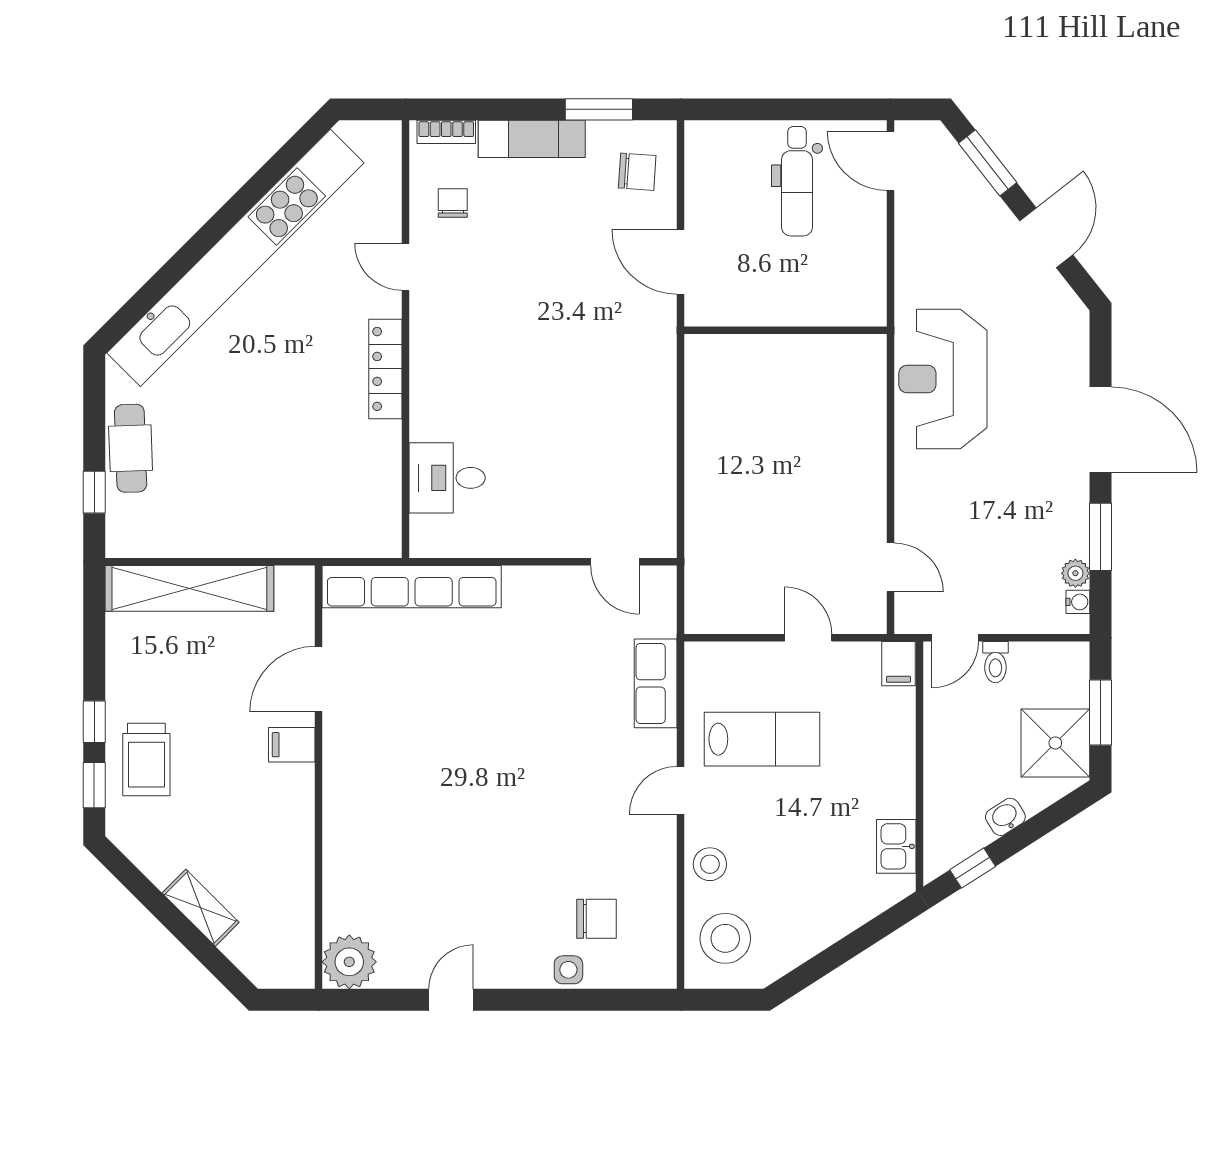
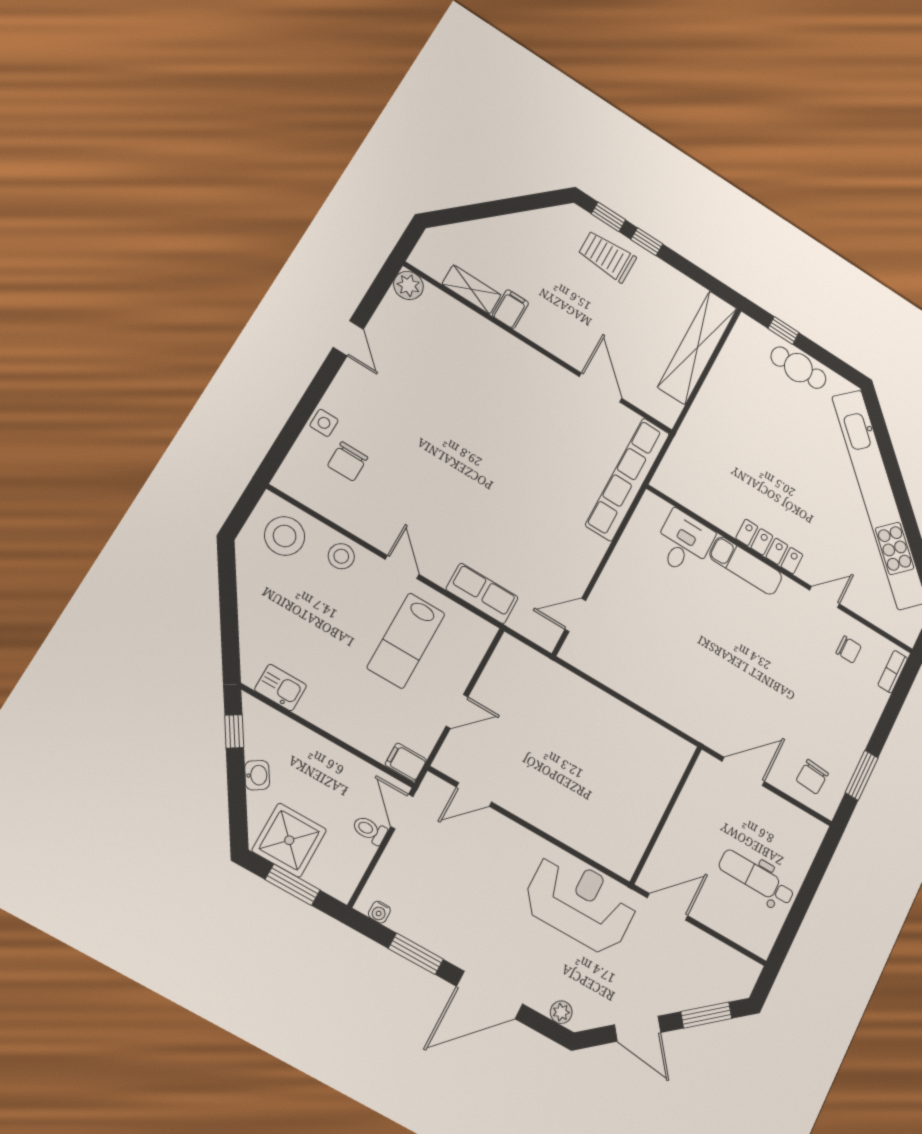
exam couch: (532, 139) -> (746, 566), moved, turned -90
door: (890, 161) -> (667, 907), moved
plant: (1075, 573) -> (561, 1012), moved
filing cabinet: (292, 745) -> (510, 309), moved
shelving: (201, 908) -> (472, 289), moved, turned 45
plant: (349, 962) -> (408, 285), width x0.73, depth x0.73

